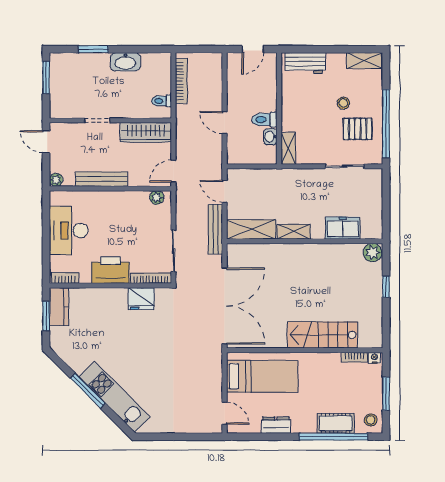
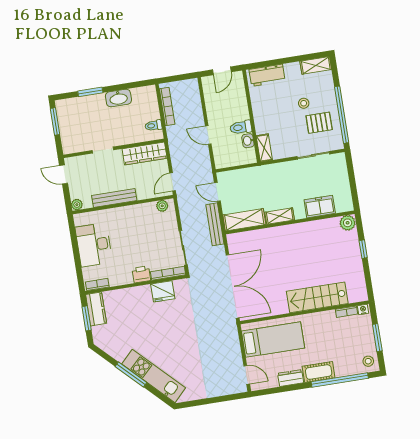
printer: (110, 270) -> (141, 274), width x0.53, depth x0.68
cot: (336, 423) -> (319, 372), moved

